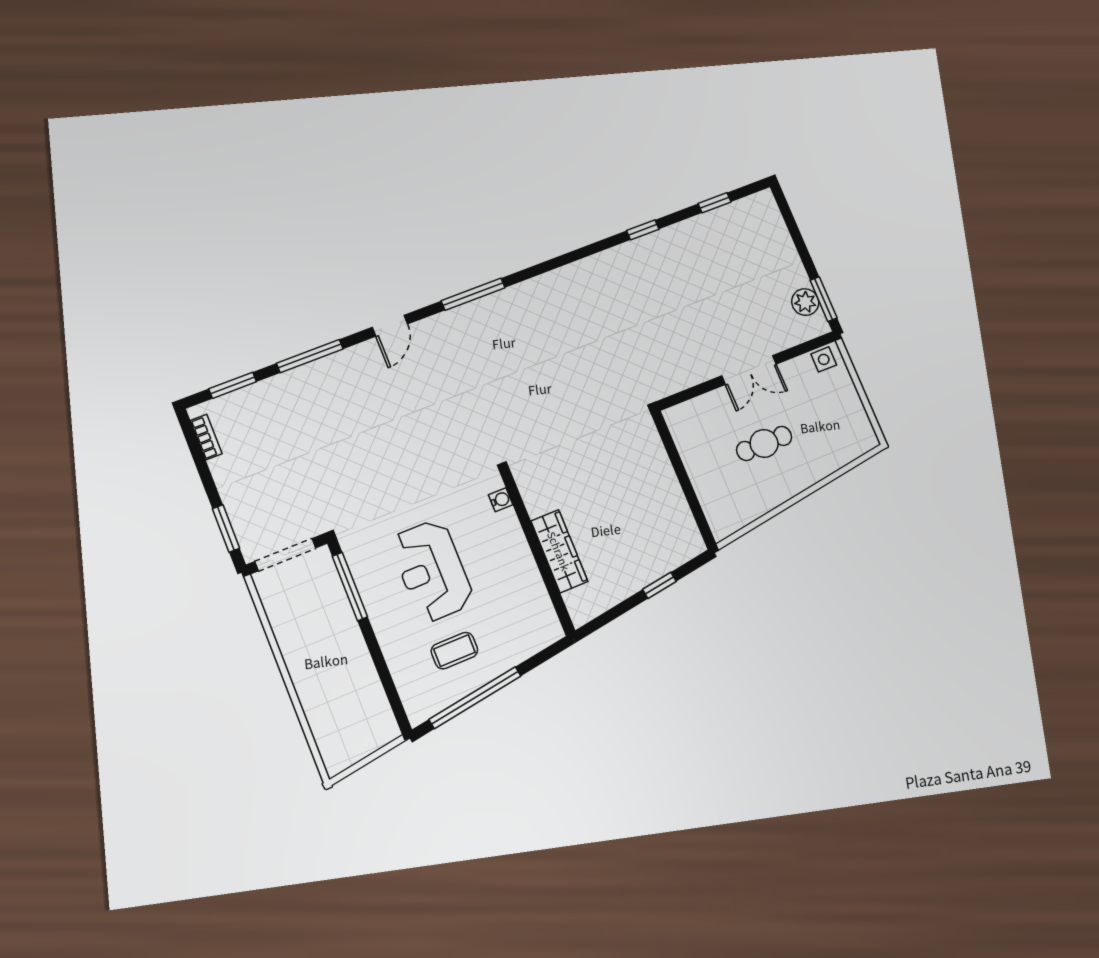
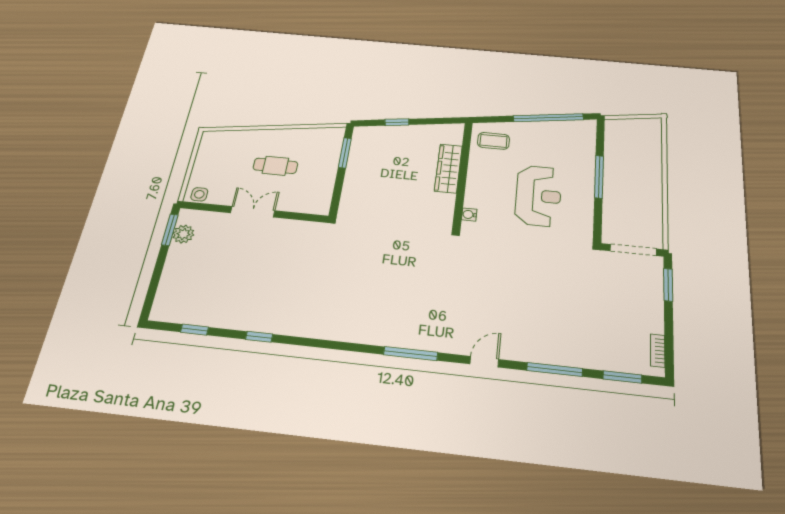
window: (695, 506) -> (345, 153), added
window: (350, 586) -> (599, 177), moved
coffee table: (454, 651) -> (493, 141), moved

